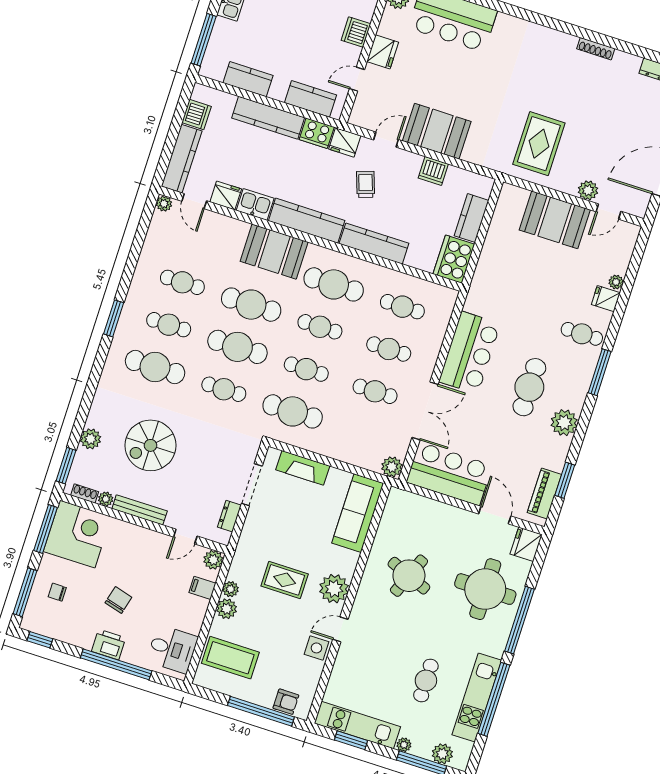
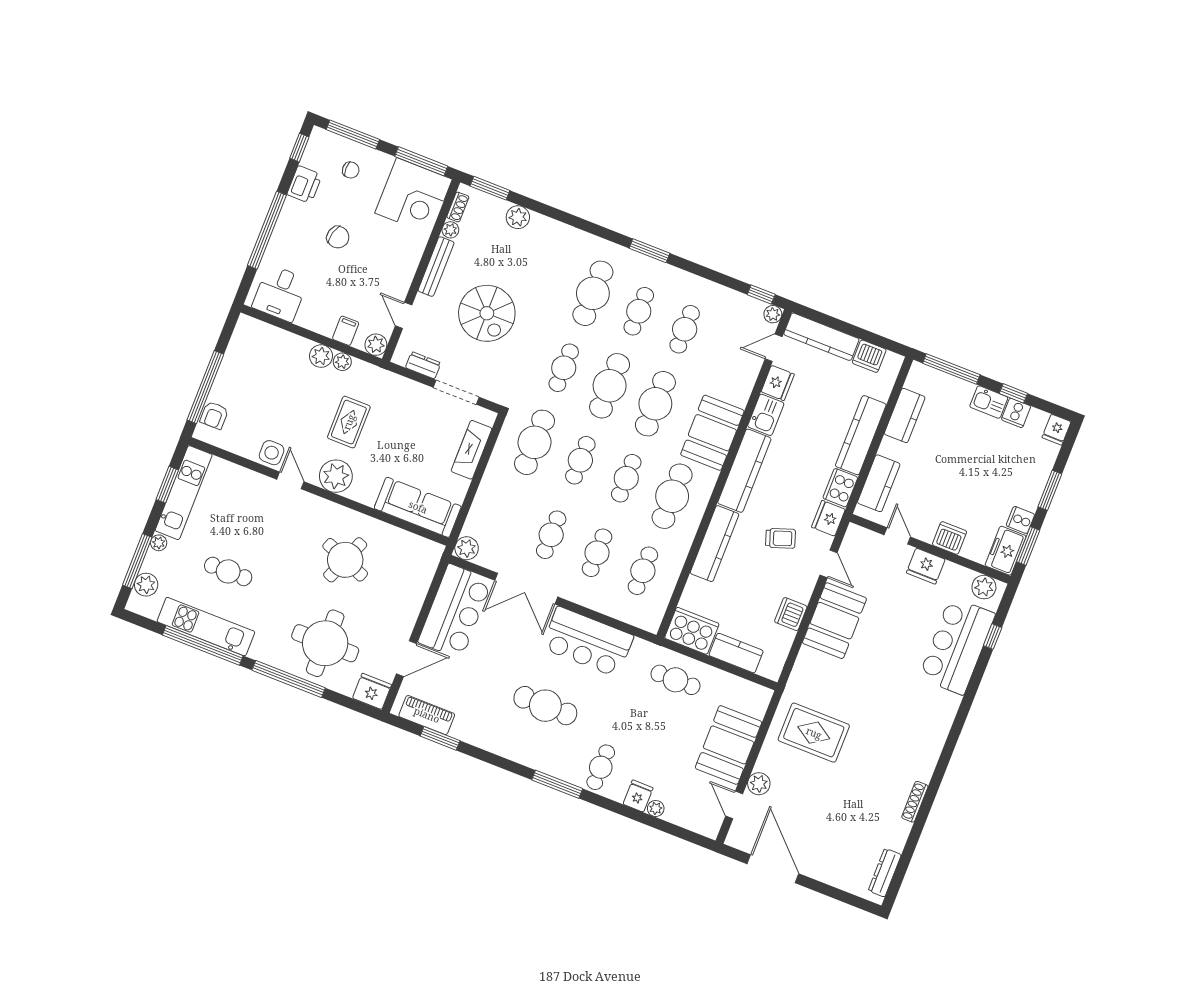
window: (147, 215) -> (761, 295), added
cafe table: (499, 271) -> (675, 680), added
plant: (564, 423) -> (504, 742), removed
spiral stairs: (151, 445) -> (487, 313), moved, turned 180
chair: (57, 592) -> (351, 170), turned 90
printer: (109, 645) -> (304, 185), moved
coffee table: (230, 658) -> (267, 357), removed

